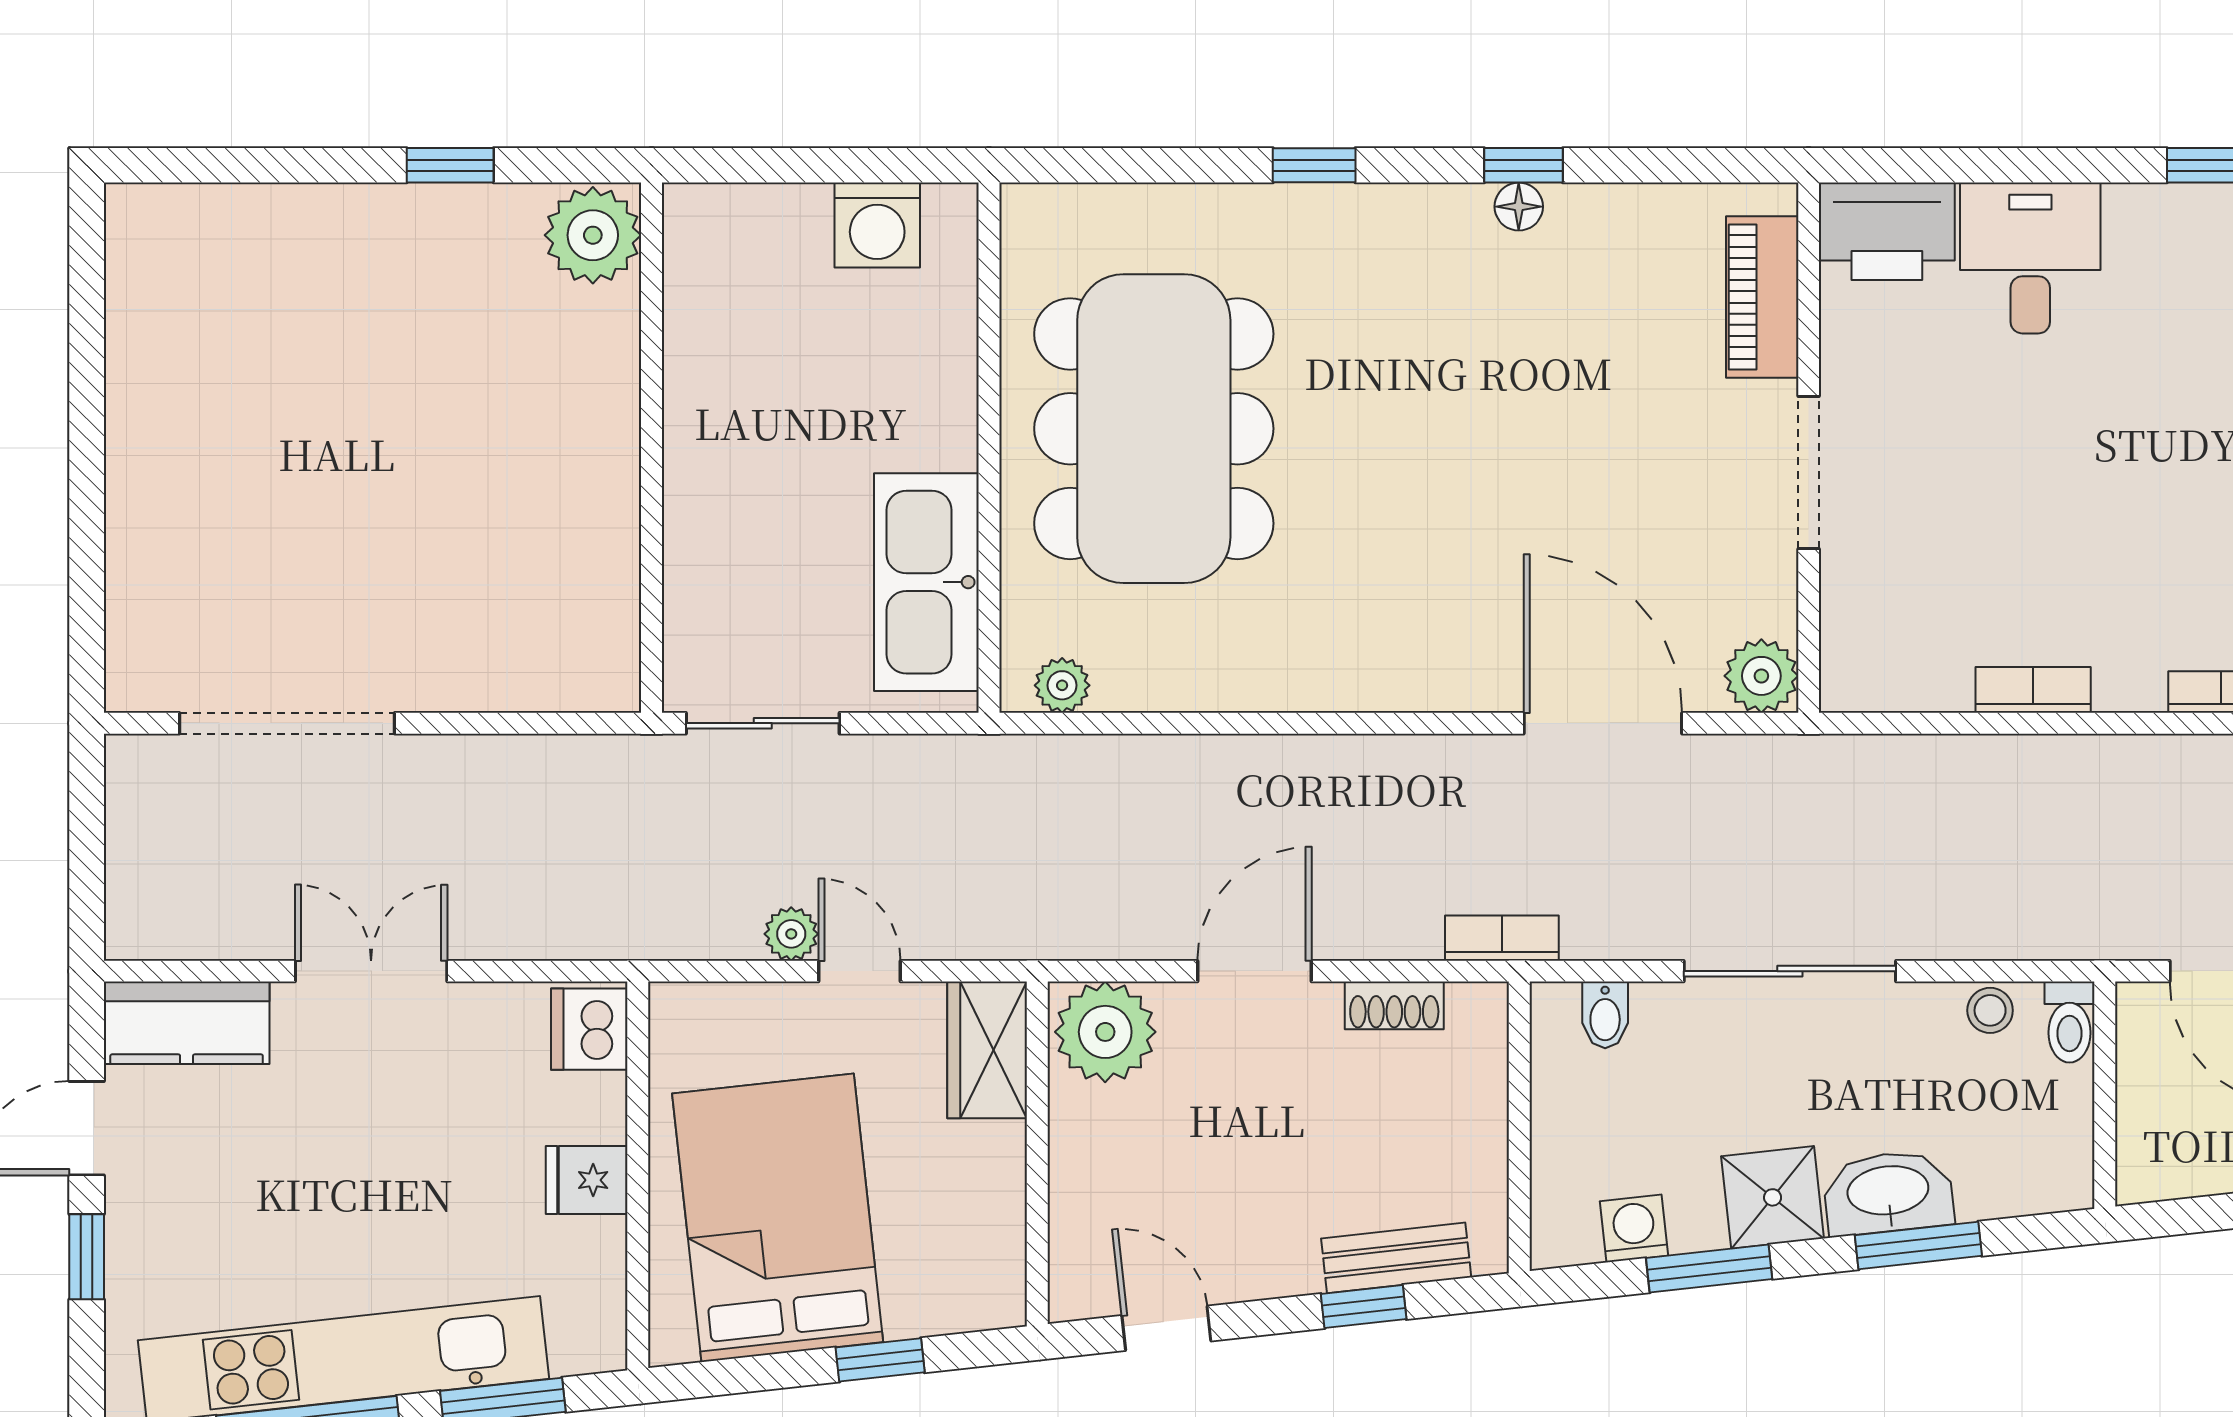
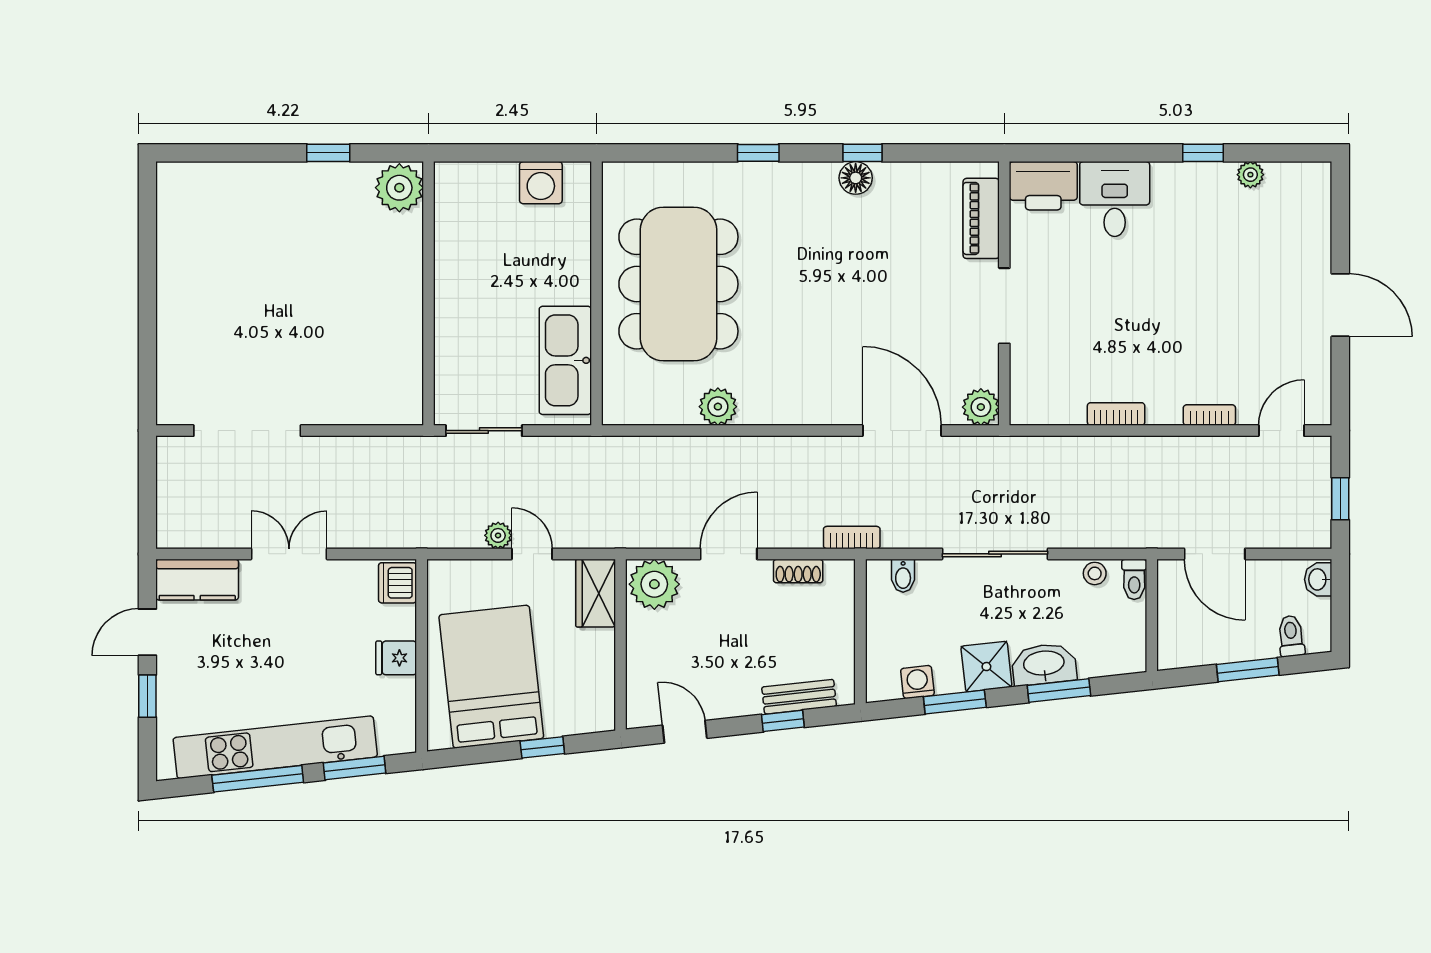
floor lamp: (1519, 207) -> (856, 178), width x1.37, depth x1.37
plant: (1062, 685) -> (718, 407), moved, width x1.38, depth x1.38

